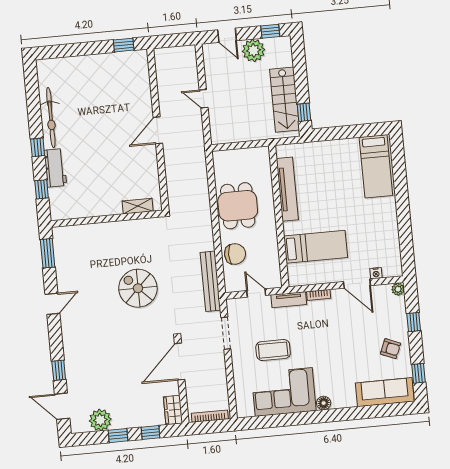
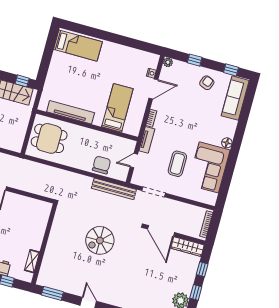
shelving: (138, 206) -> (32, 261), moved
dining table: (238, 206) -> (49, 138), moved
wardrobe: (173, 410) -> (187, 247), width x1.50

